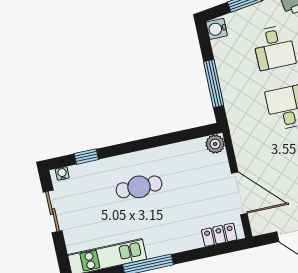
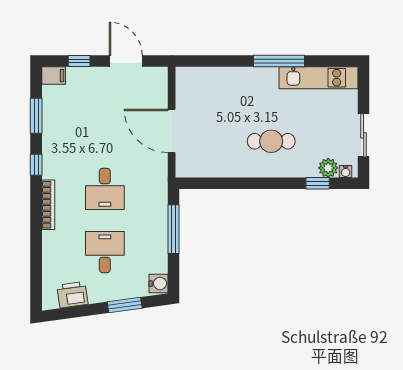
plant: (215, 144) -> (328, 168), moved
door: (239, 193) -> (172, 131), moved
locker: (219, 235) -> (201, 76), removed

